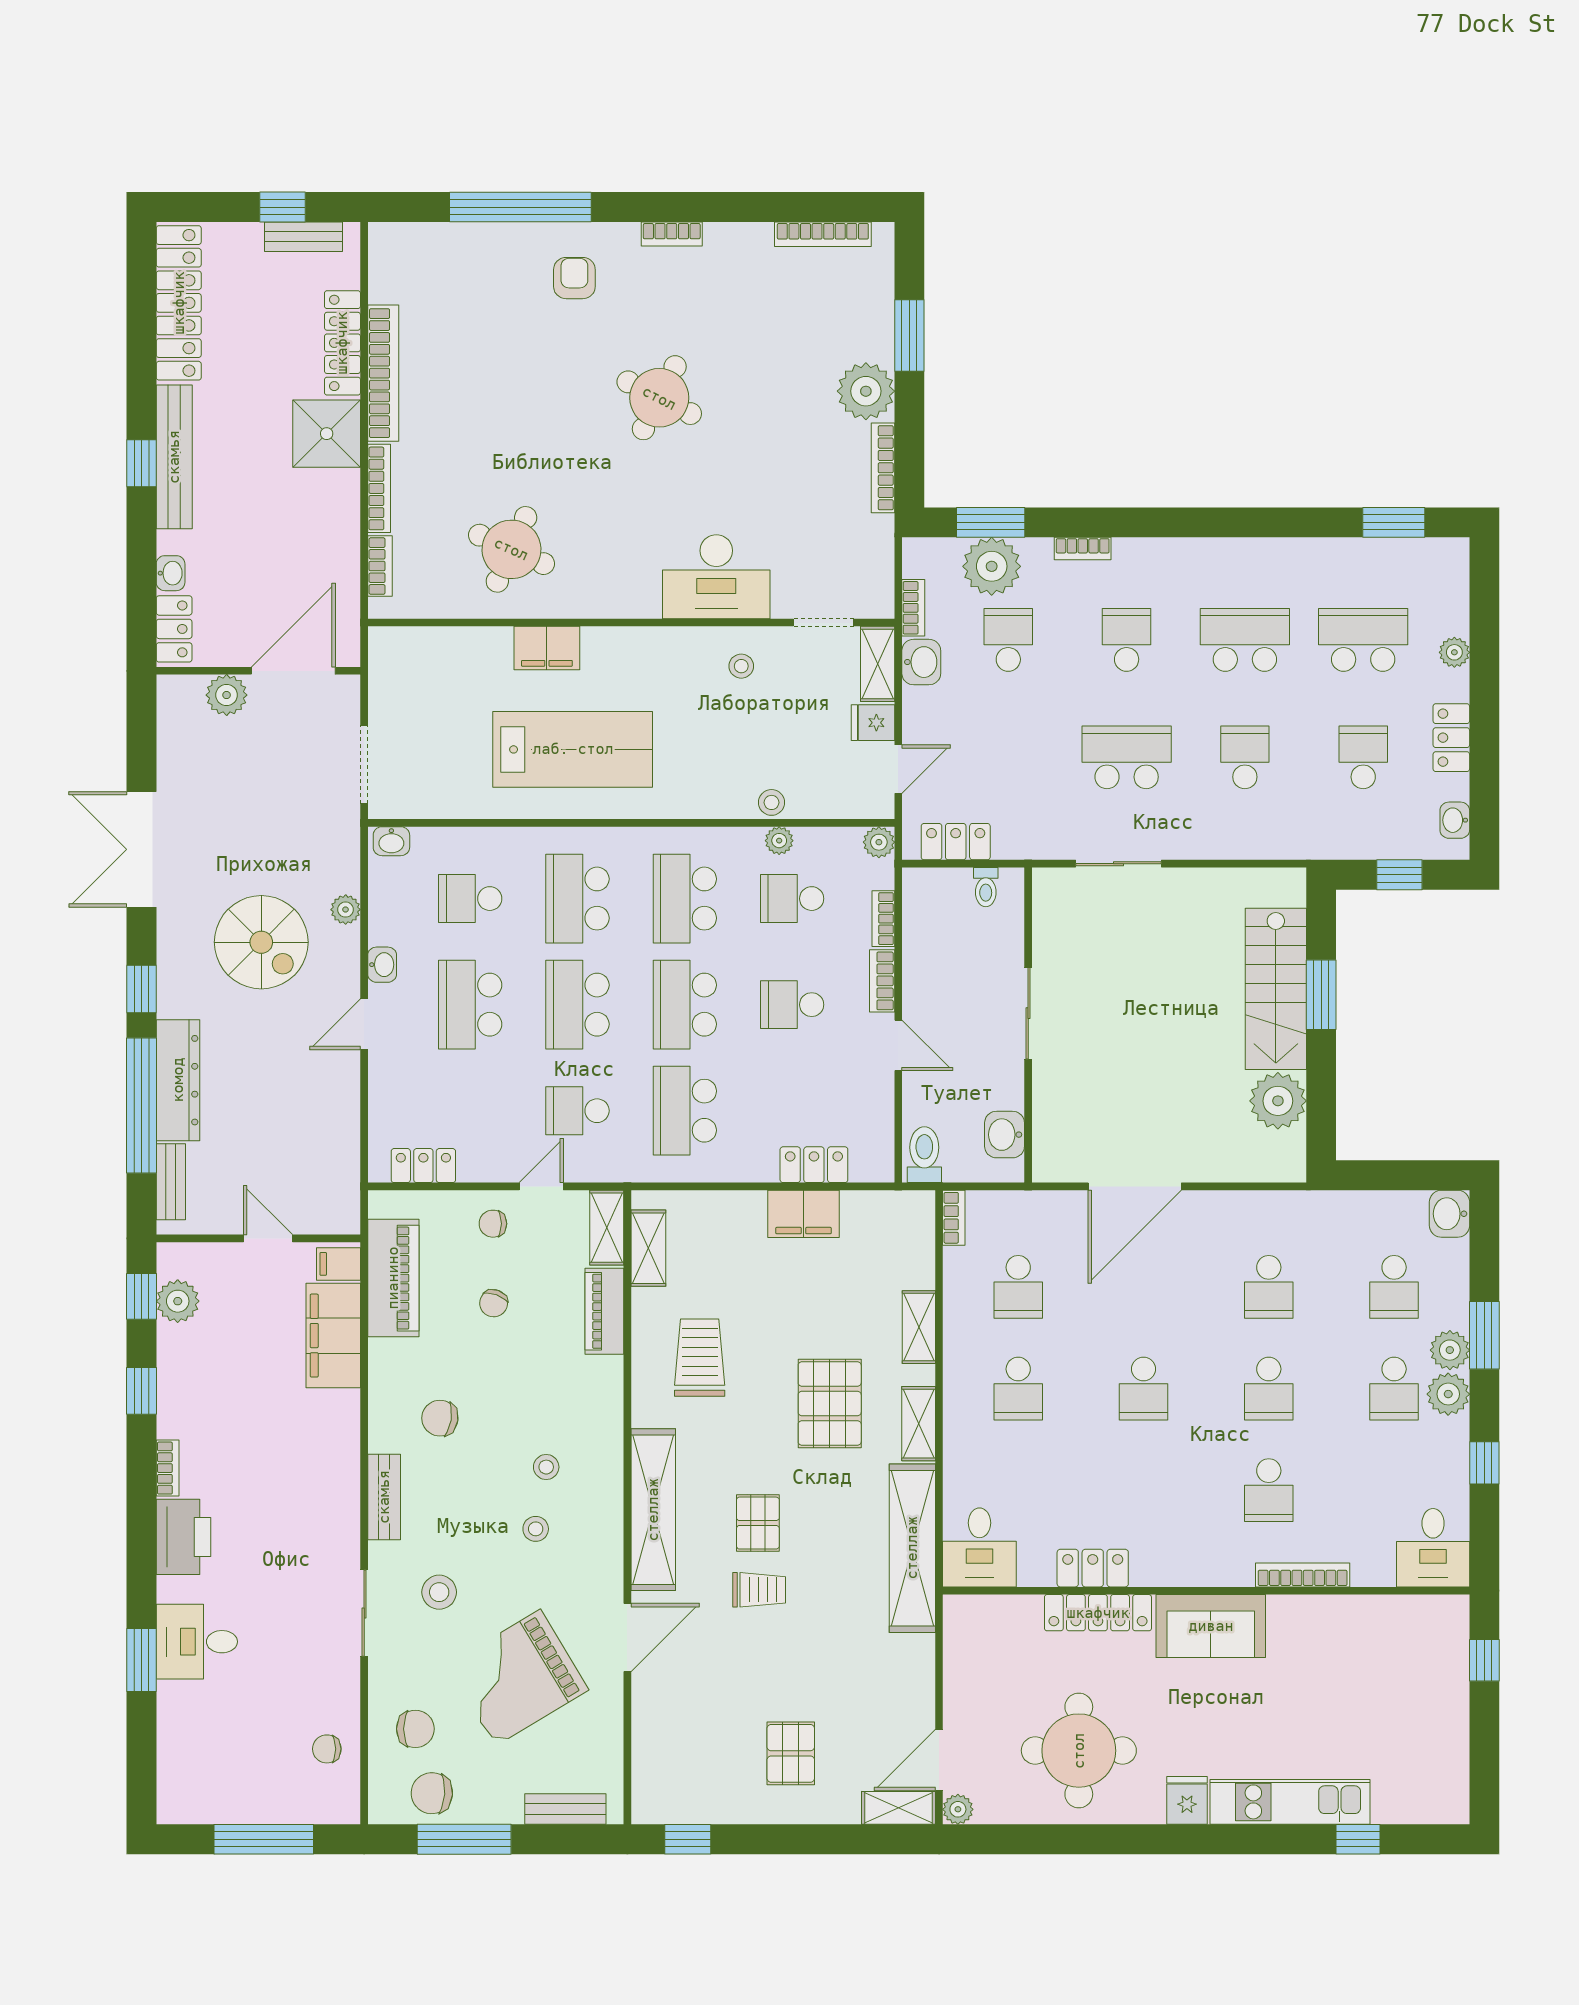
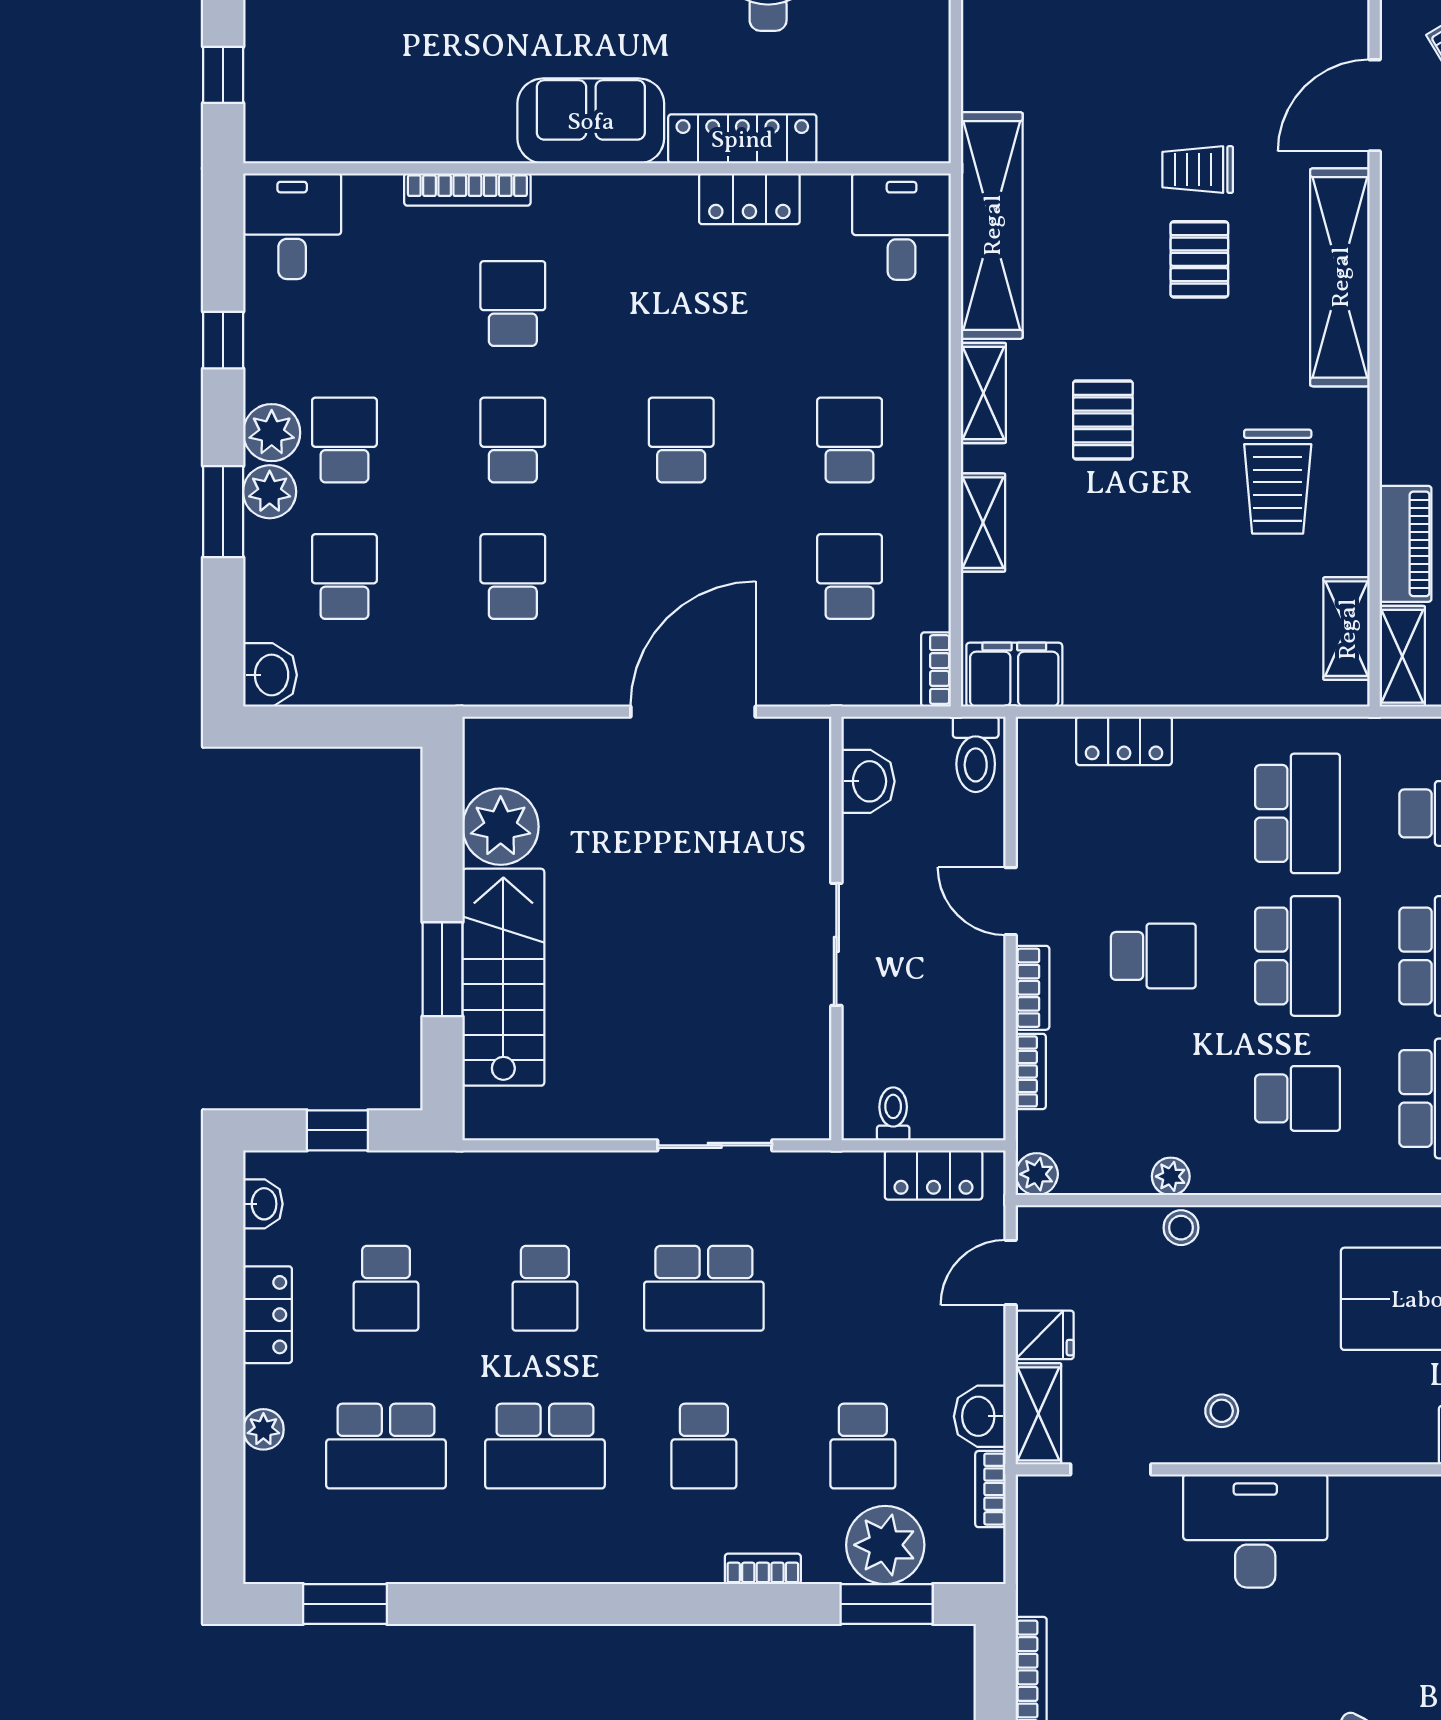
school desk: (685, 899) -> (1298, 1098), width x0.54
school desk: (792, 899) -> (1153, 1098), removed
filing cabinet: (803, 1214) -> (1014, 675), moved
pallet: (830, 1404) -> (1103, 420), width x0.67, depth x0.71

